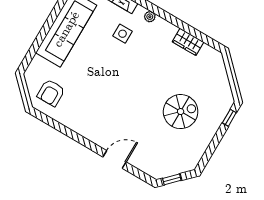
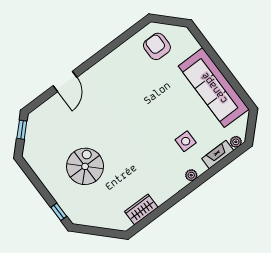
wardrobe: (188, 42) -> (141, 209), moved
spiral stairs: (181, 112) -> (85, 166), turned 180

